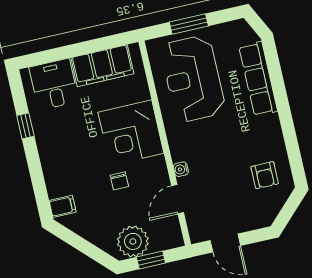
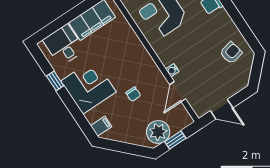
corner desk: (131, 133) -> (88, 86), moved, turned 180
armchair: (265, 175) -> (231, 53), turned -102

